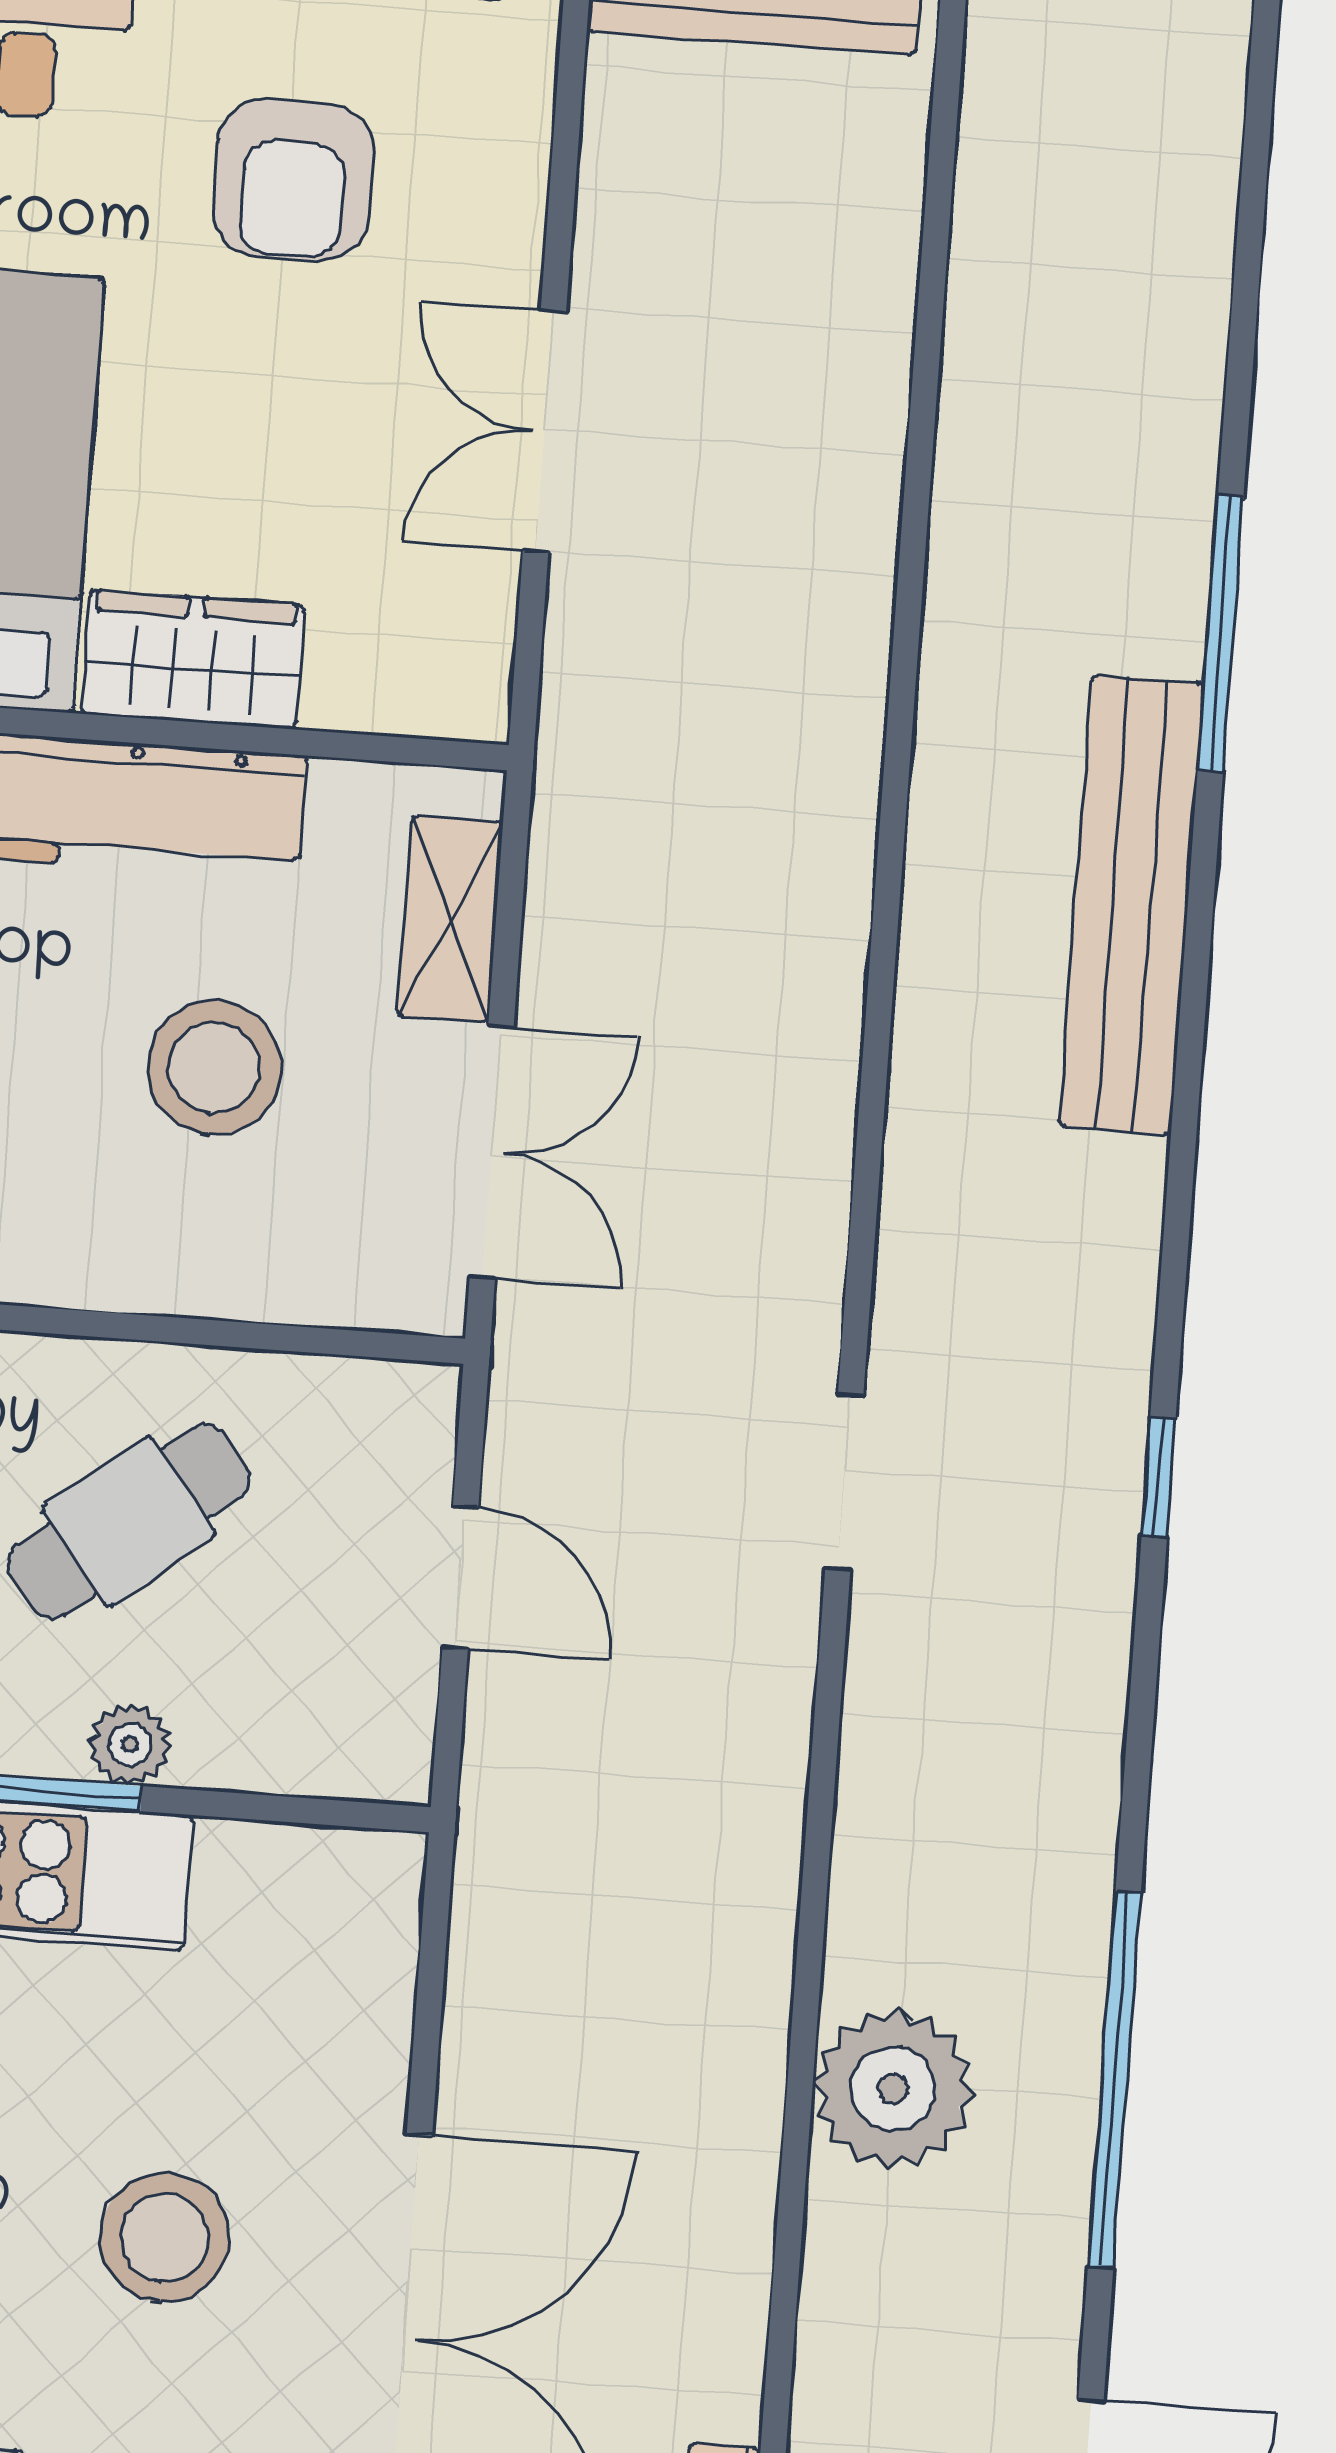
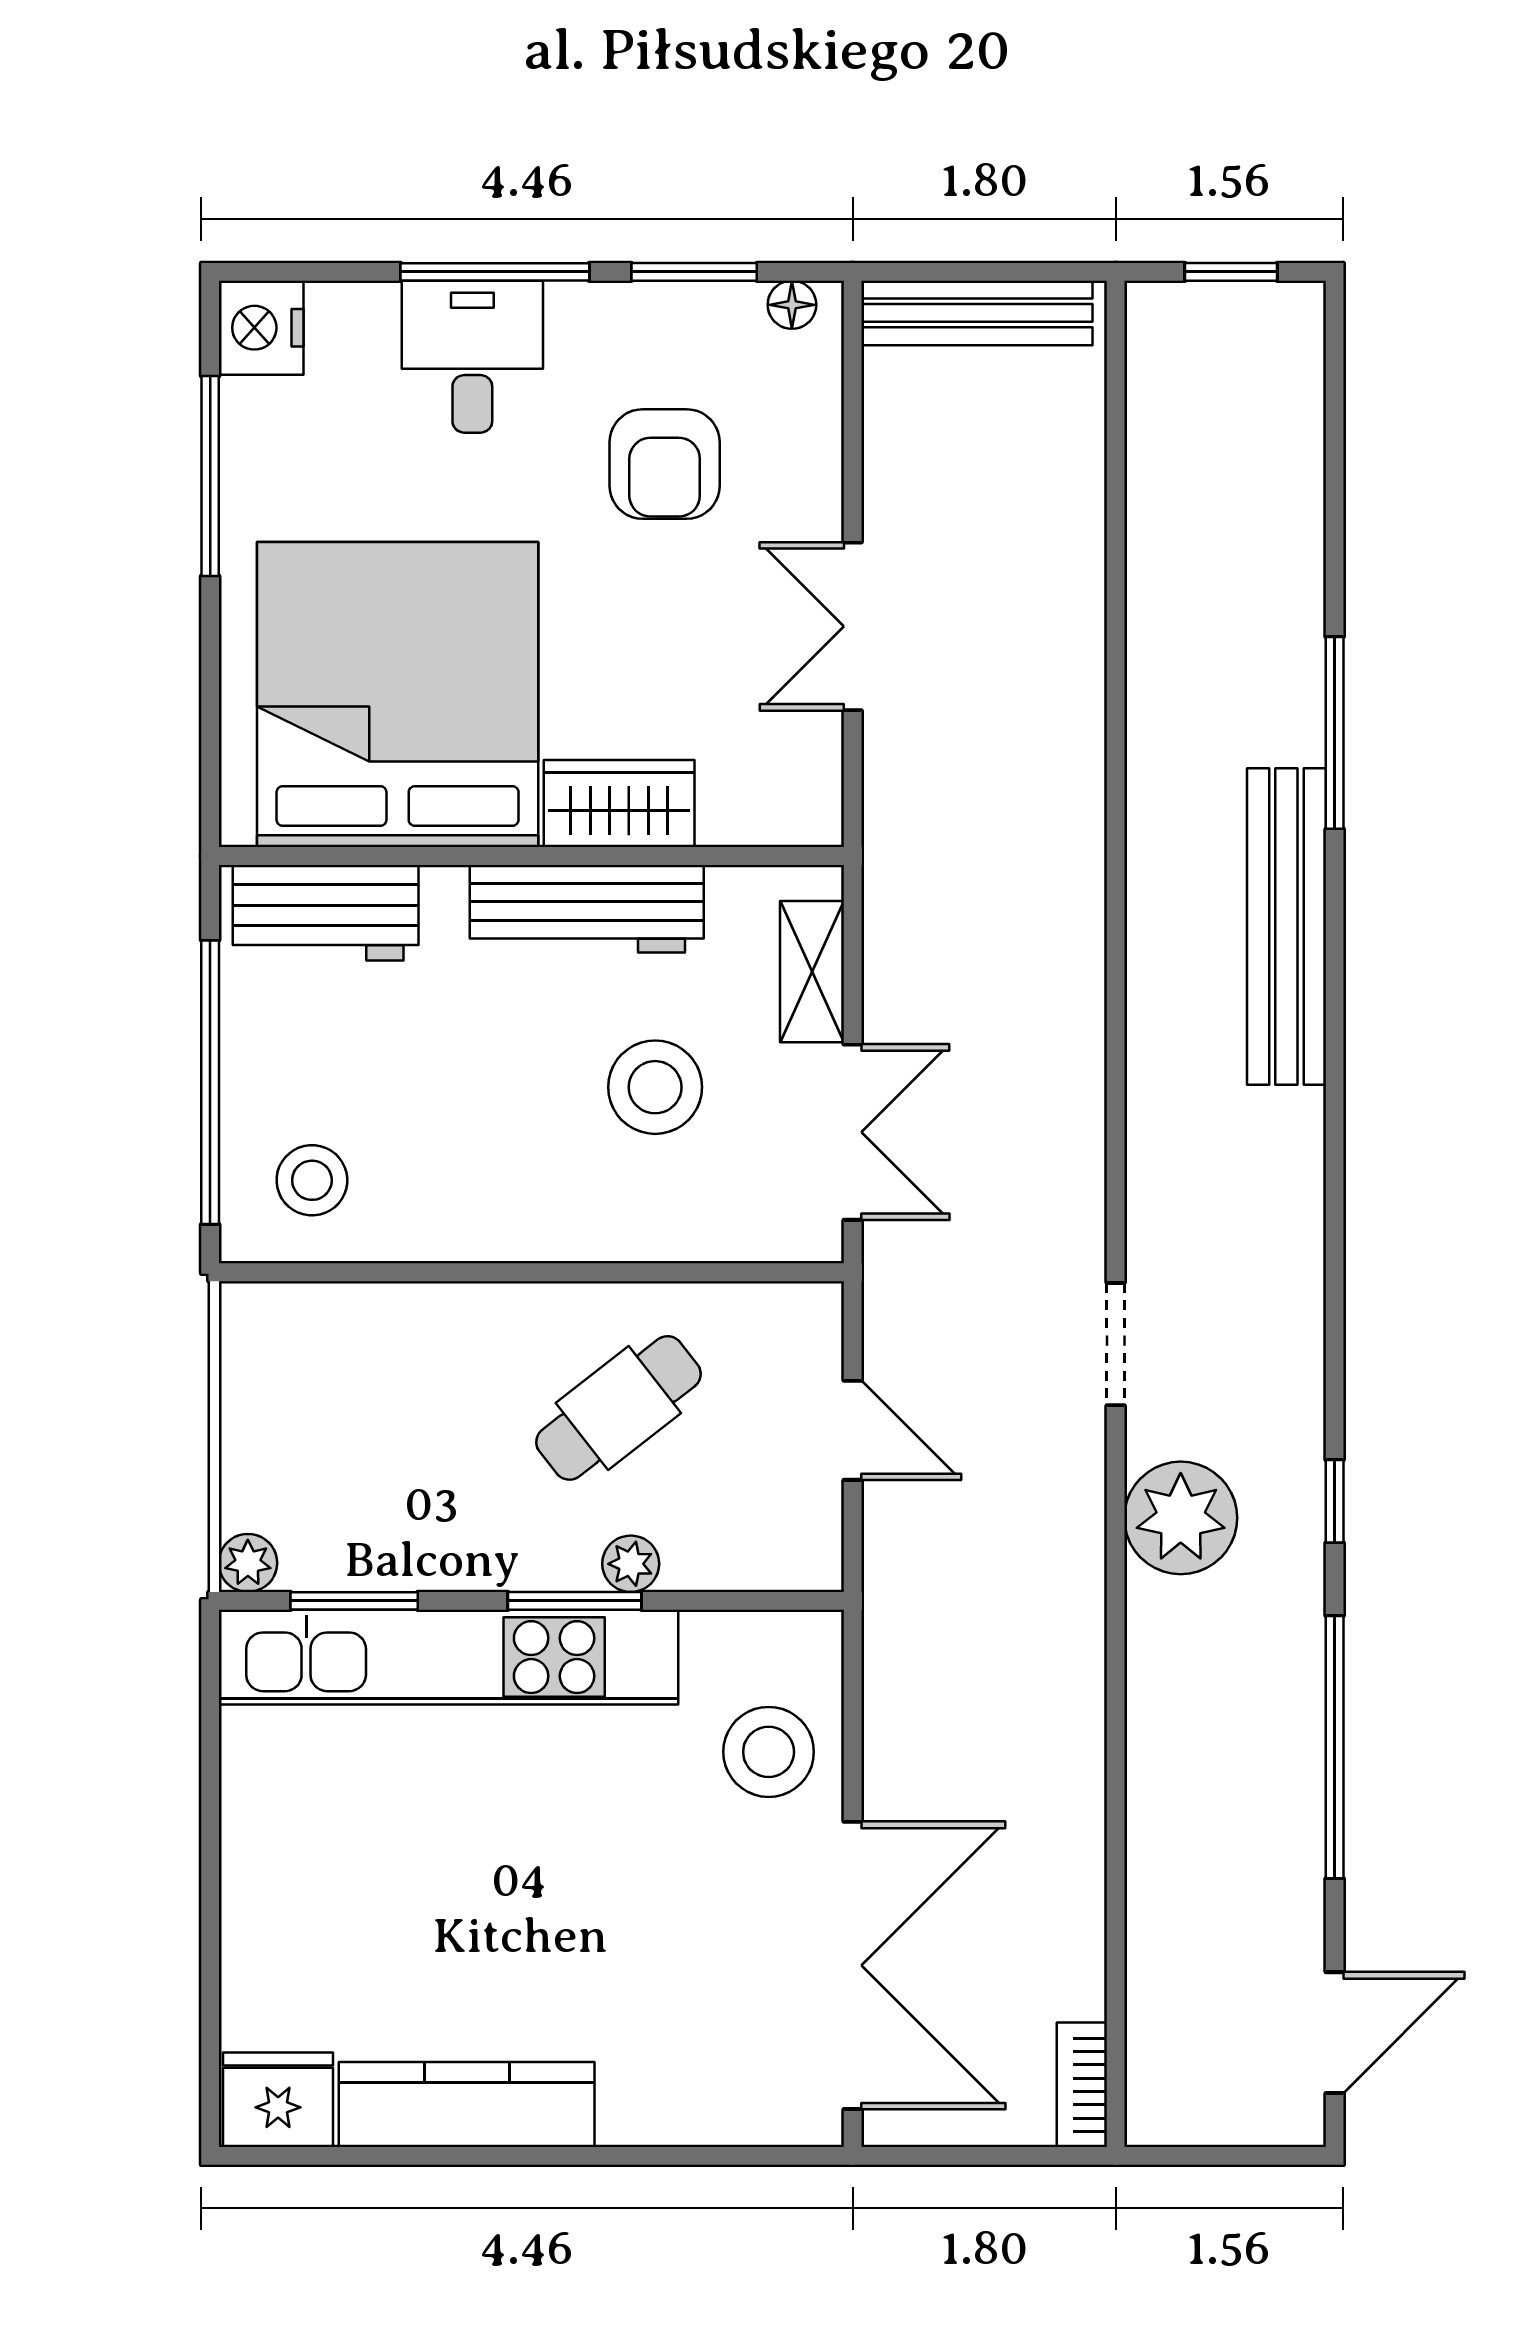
window: (1159, 1477) -> (1335, 1501), moved
plant: (893, 2089) -> (1181, 1518), moved
stool: (165, 2238) -> (769, 1752), moved

